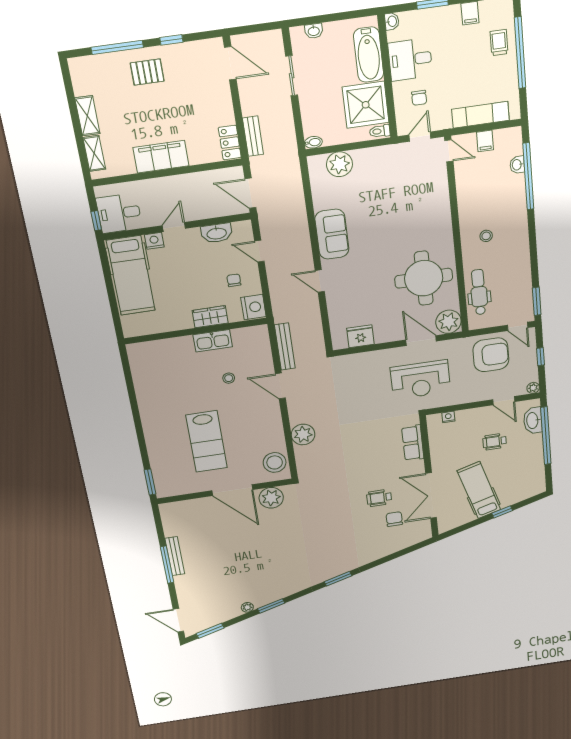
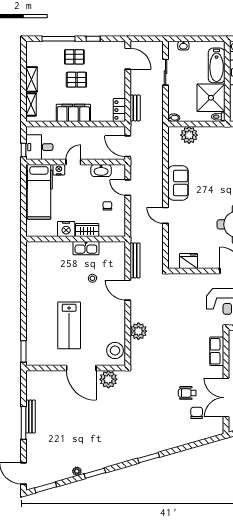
pallet: (157, 107) -> (76, 80), added
nightstand: (253, 307) -> (66, 229), moved, turned 90

